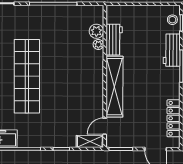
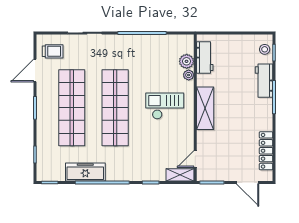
workbench: (114, 40) -> (205, 57), moved
checkout: (75, 75) -> (165, 106), added
shelving: (114, 87) -> (205, 108), width x0.68

